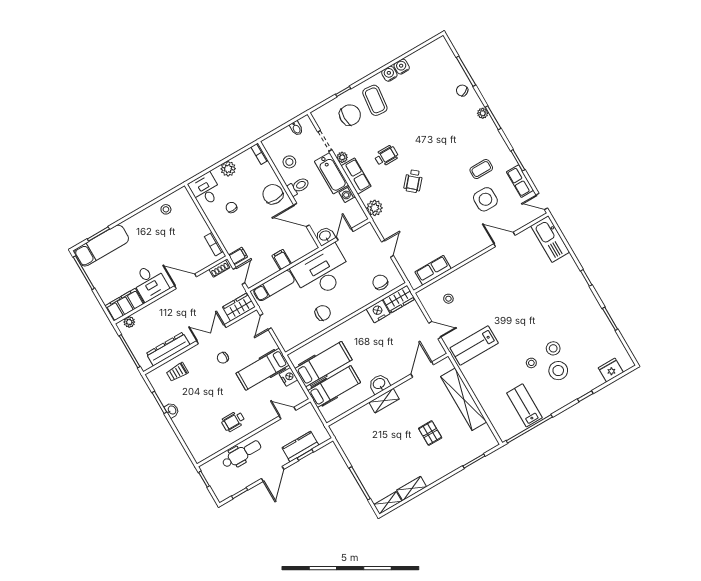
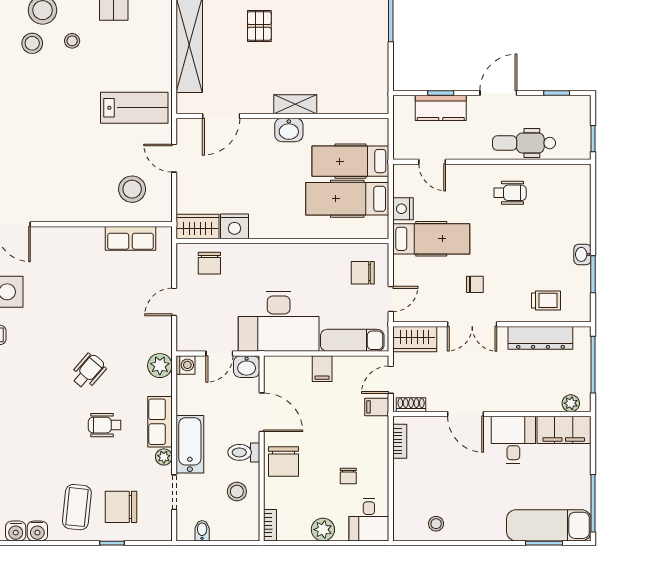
washing machine: (347, 194) -> (186, 365), moved
stool: (448, 299) -> (132, 189), width x1.89, depth x1.89
chair: (323, 313) -> (363, 273), moved

